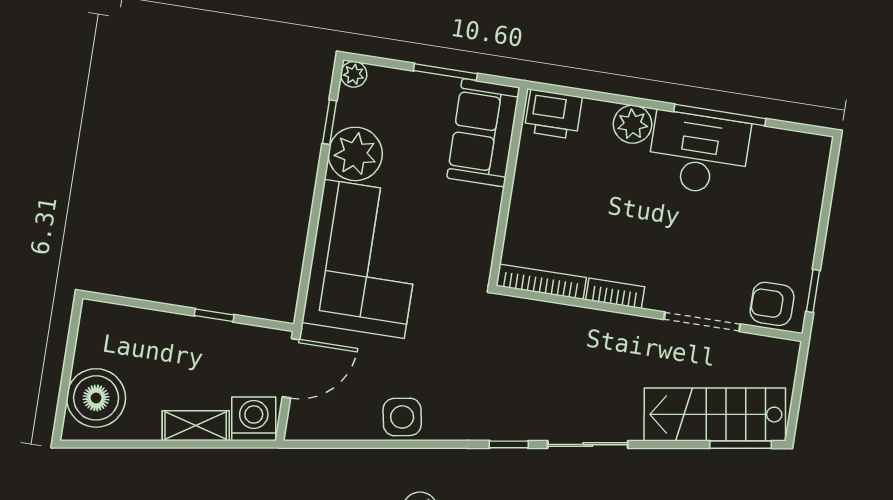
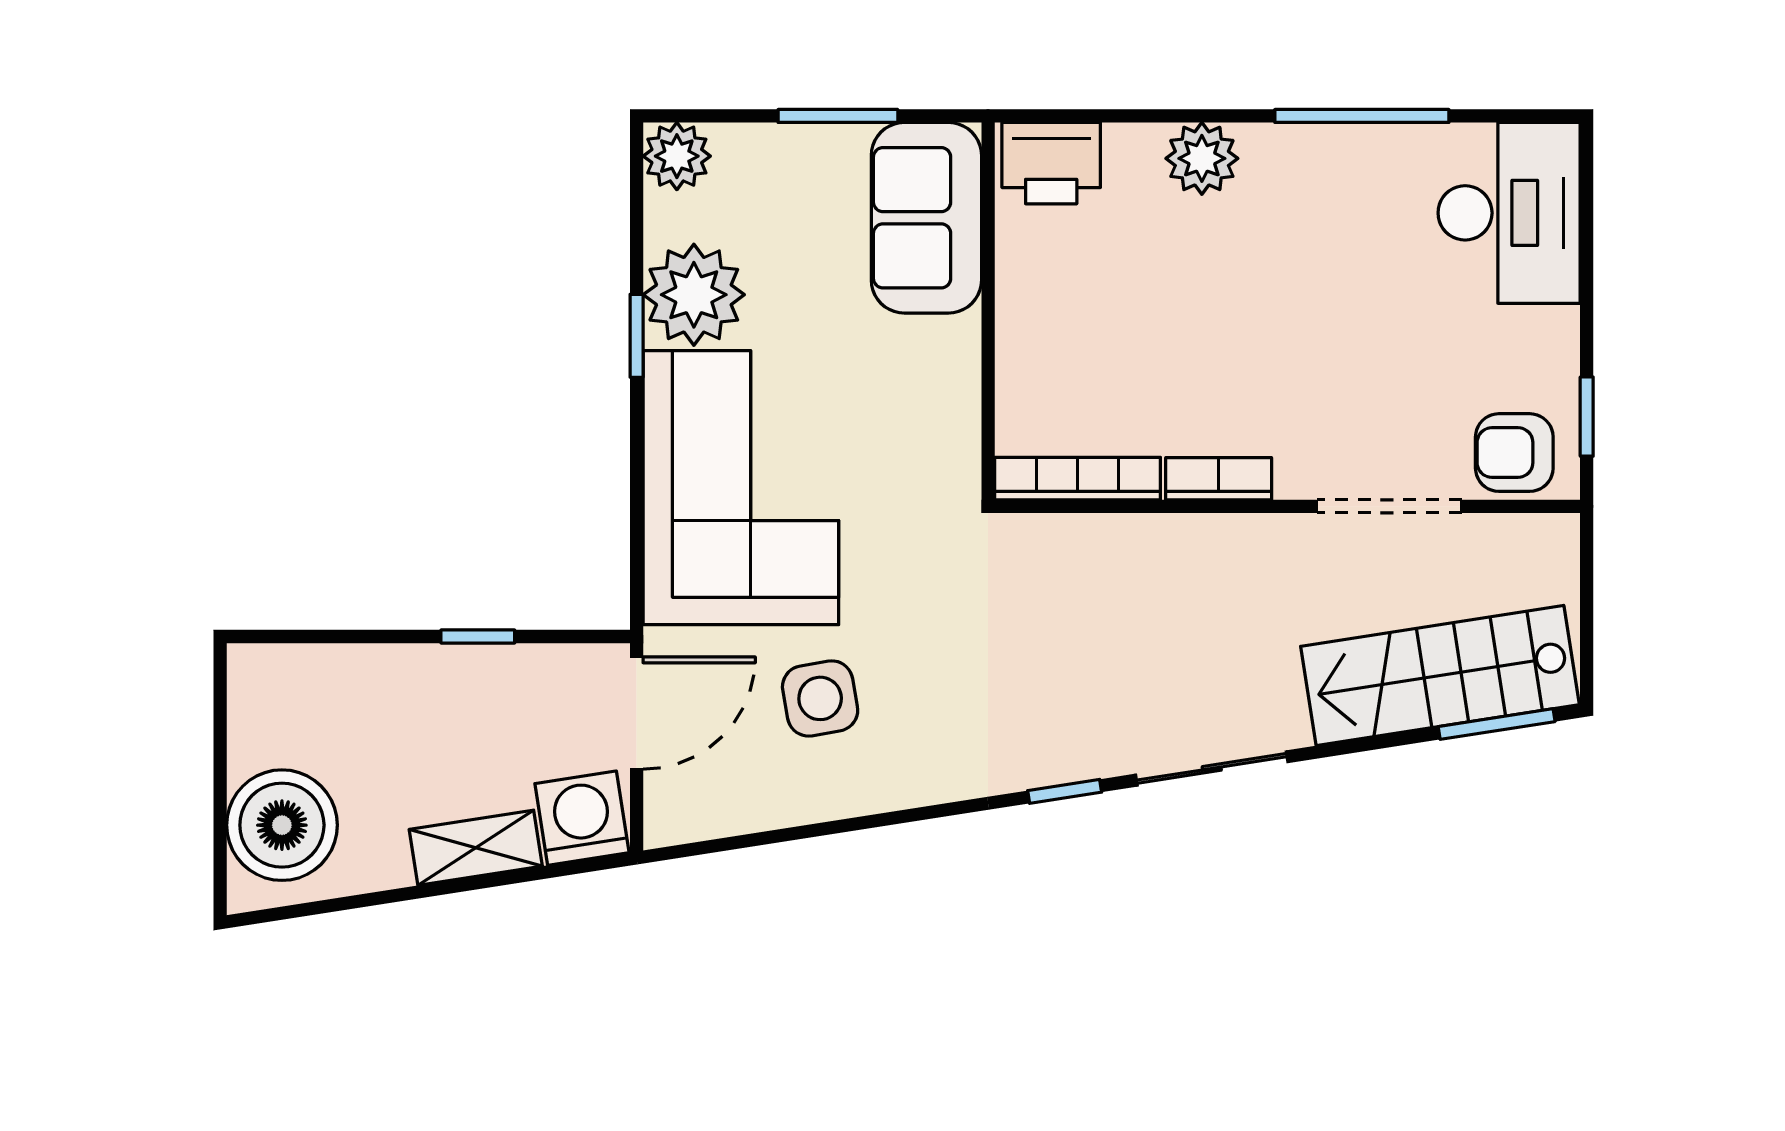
plant: (354, 74) -> (677, 156), width x1.38, depth x1.38
window: (330, 122) -> (637, 336), moved
desk: (699, 153) -> (1509, 213), moved, turned 90
side table: (402, 417) -> (820, 698), moved

